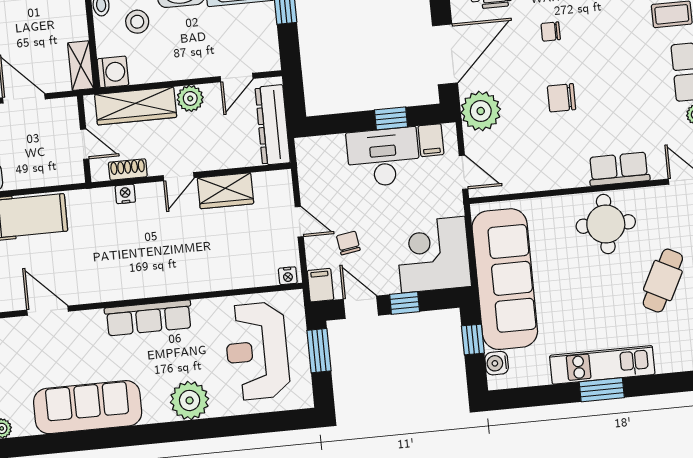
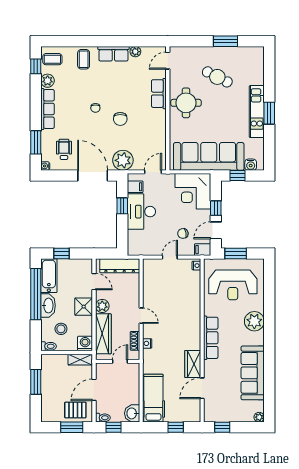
chair: (551, 32) -> (95, 108), moved
shower: (185, 62) -> (84, 307), added
wardrobe: (225, 191) -> (193, 364), moved, turned 180

